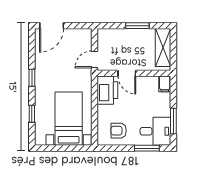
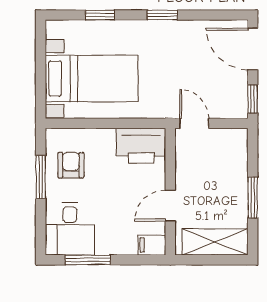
window: (80, 26) -> (253, 99), added
door: (127, 73) -> (170, 206), moved
window: (147, 148) -> (41, 177), moved

